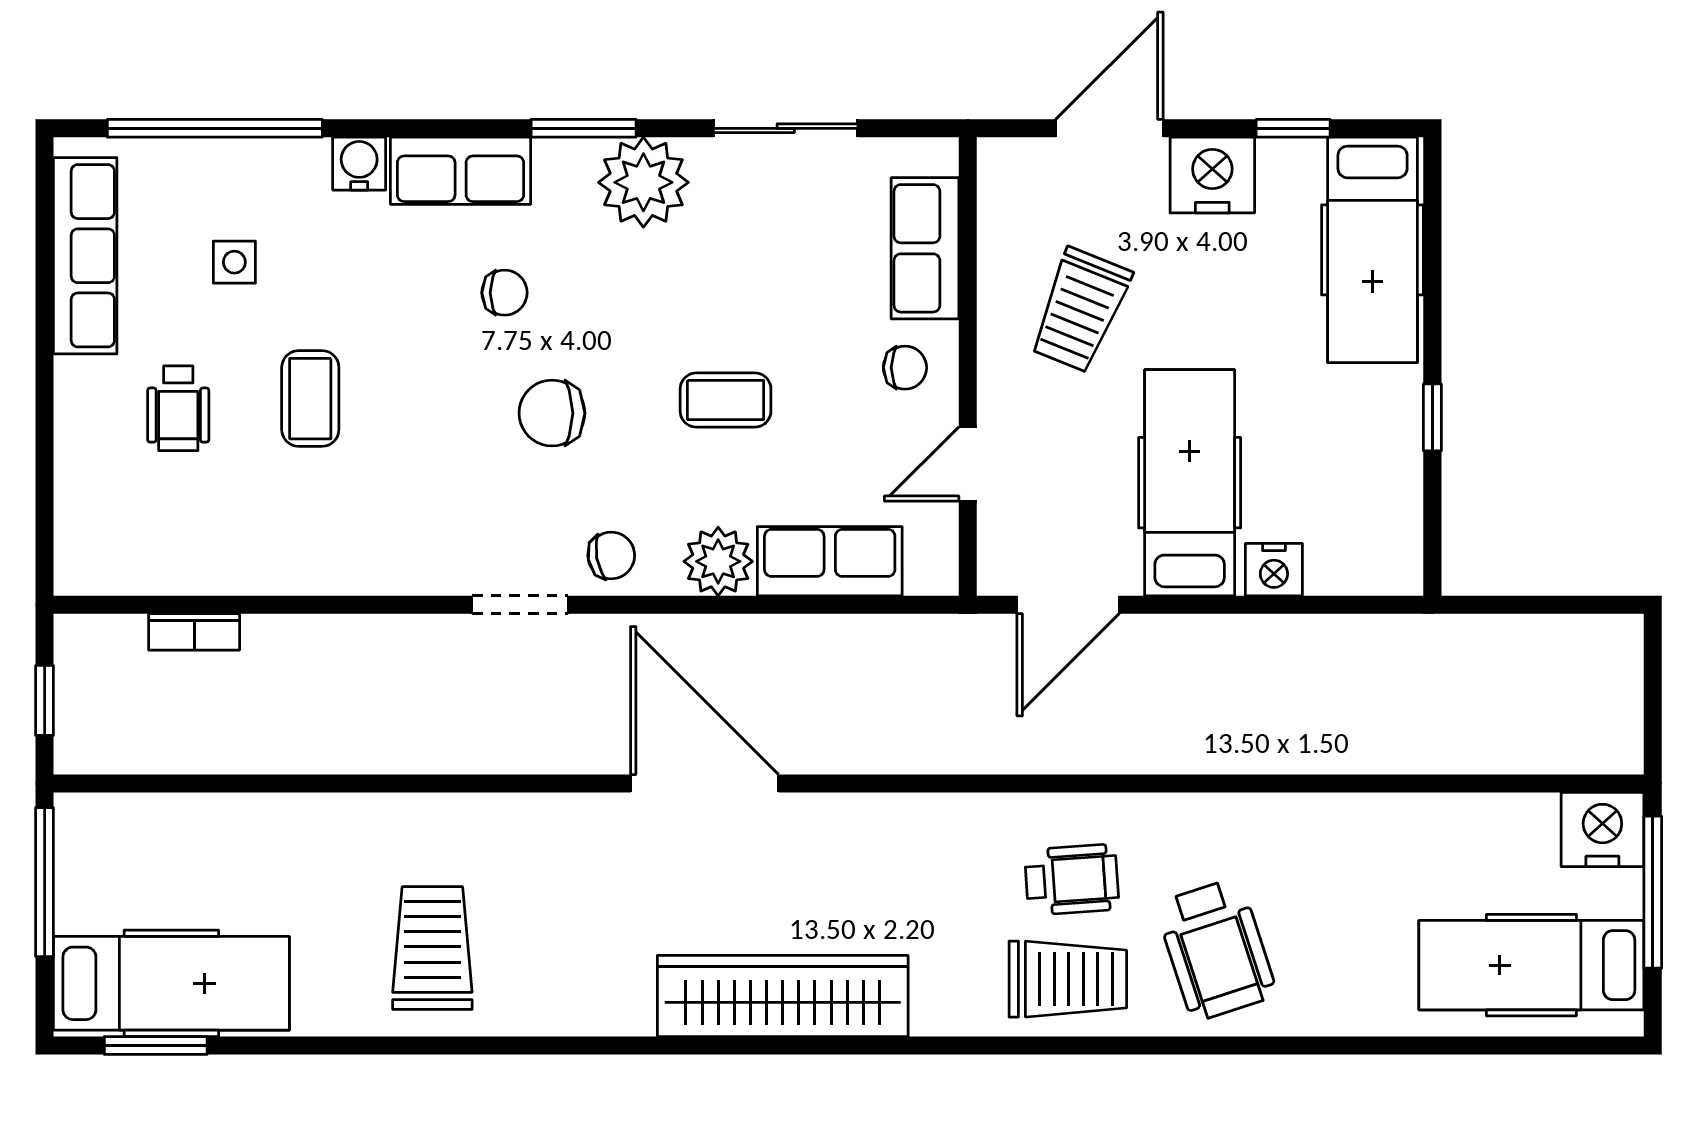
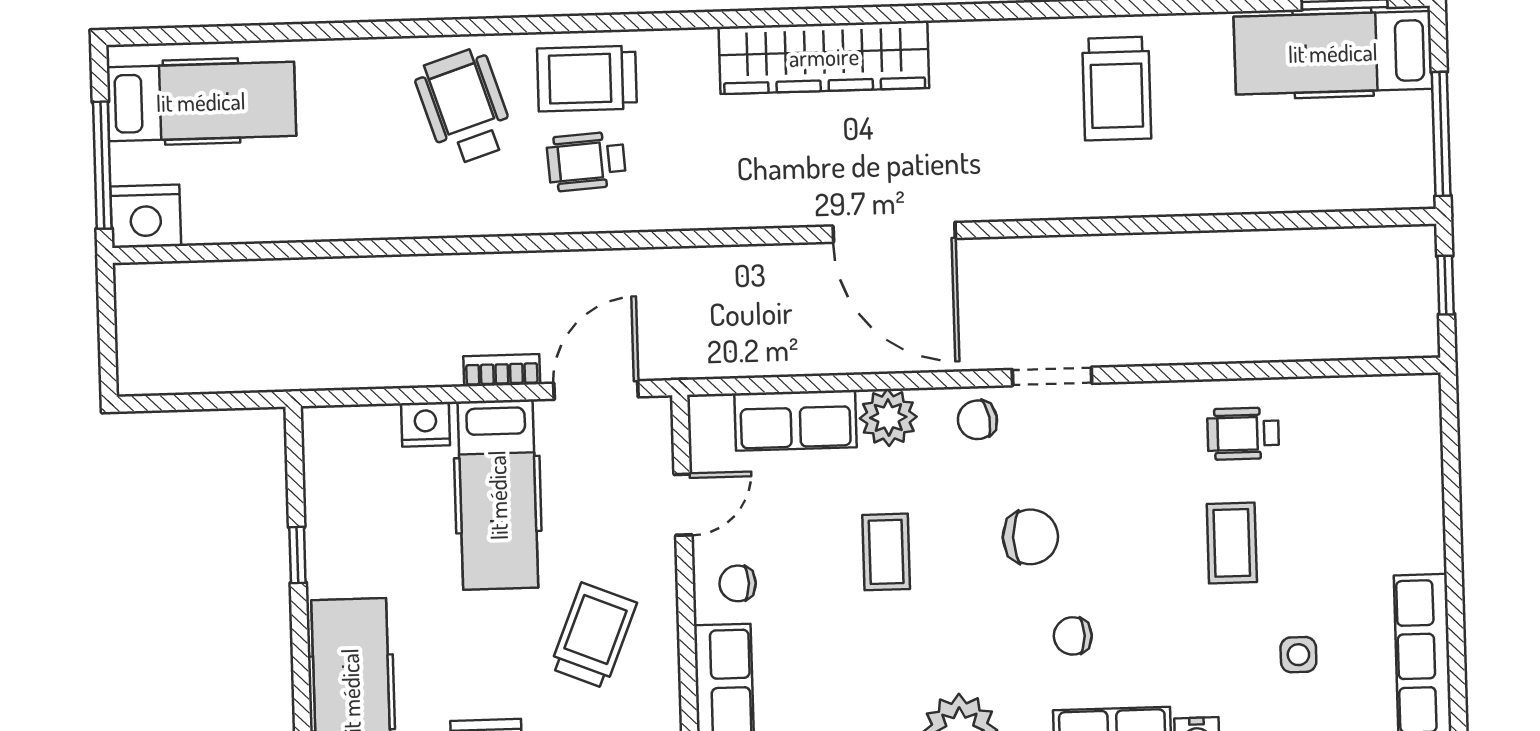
coffee table: (726, 400) -> (886, 552), turned 90
wheelchair: (178, 408) -> (1243, 434), moved, turned -90
bookcase: (194, 632) -> (502, 370), moved

